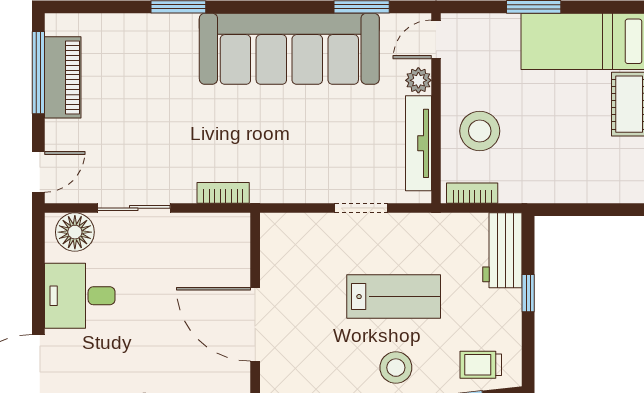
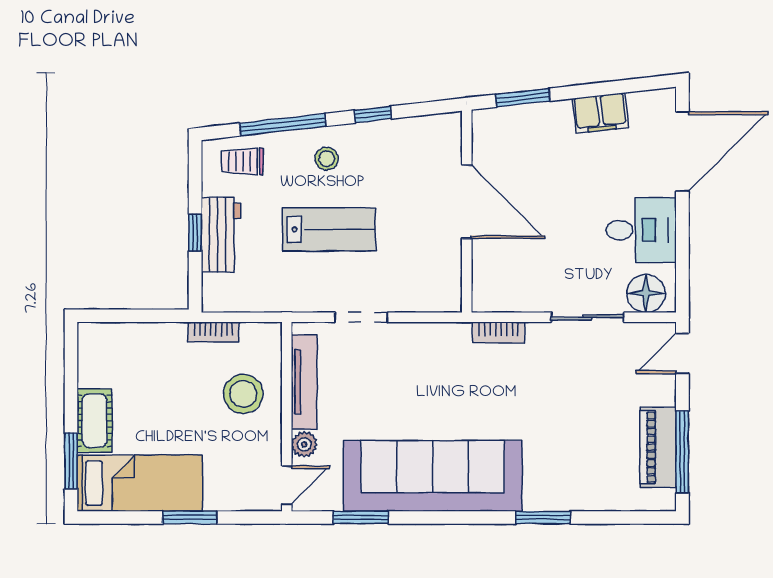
bookcase: (472, 193) -> (213, 332), moved
workbench: (502, 250) -> (221, 235), moved
lab bench: (394, 297) -> (329, 229), turned 180
trolley: (481, 365) -> (242, 162), turned 180
stool: (396, 368) -> (327, 159), width x0.73, depth x0.73

